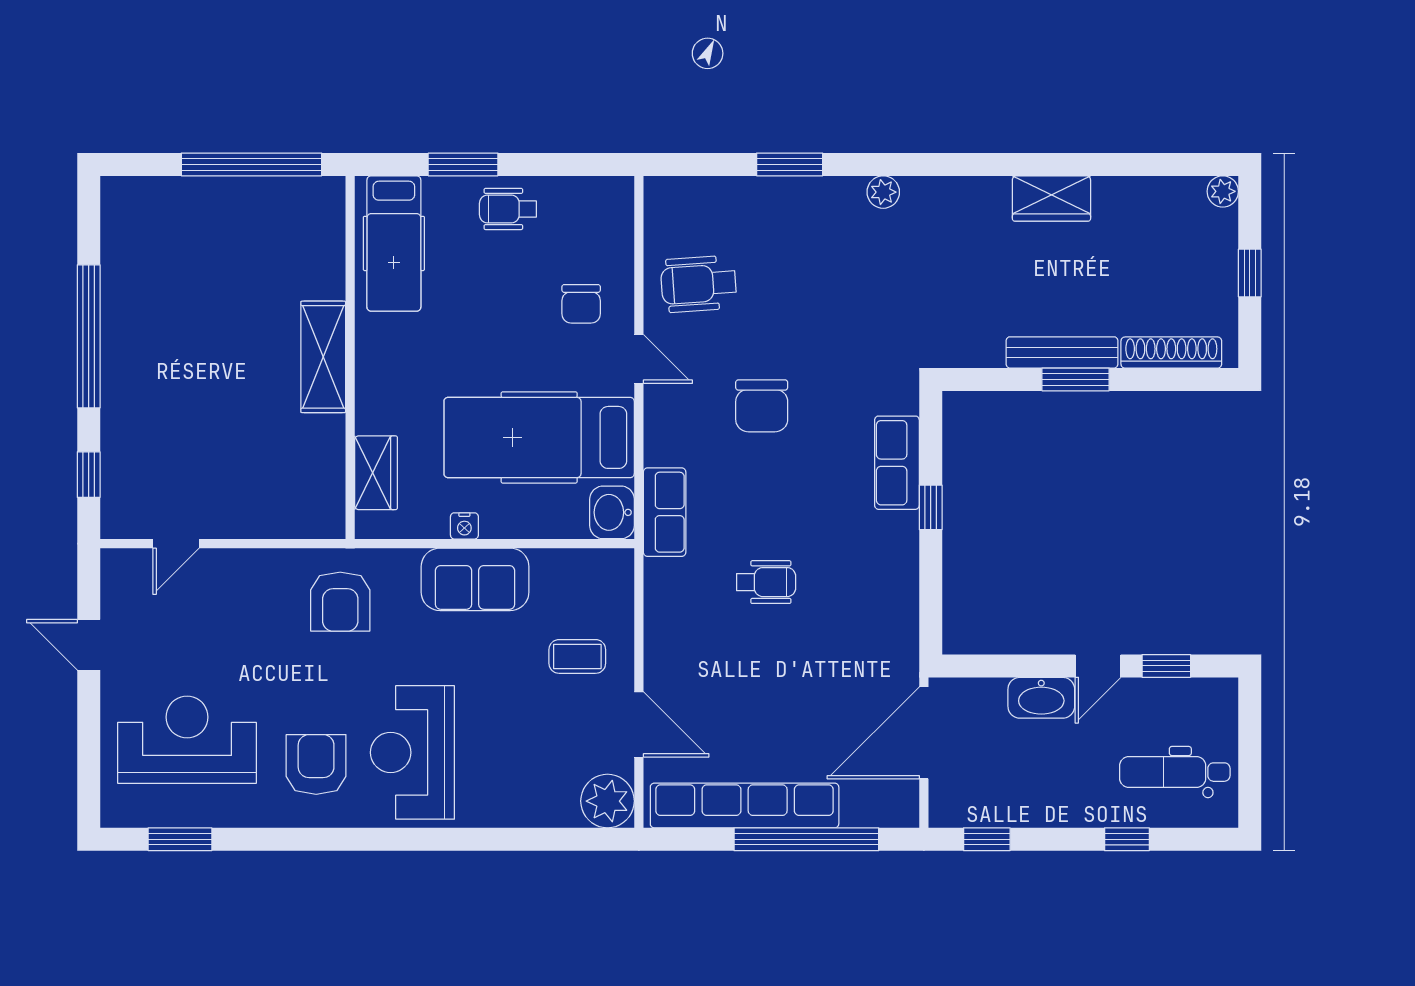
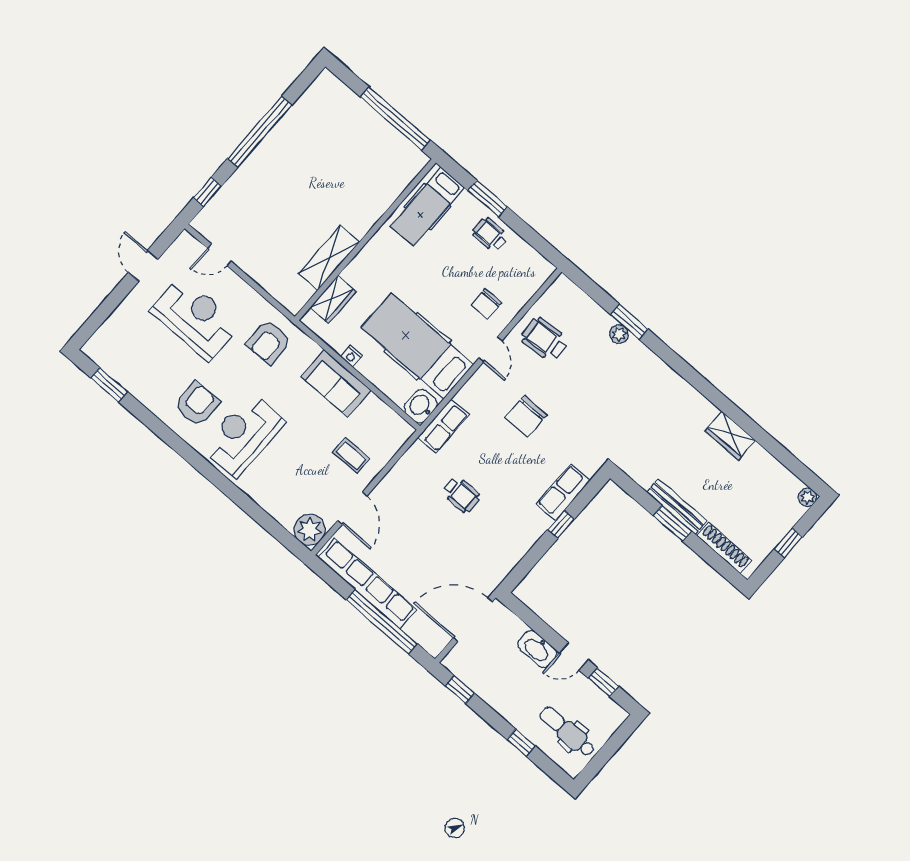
plant: (883, 192) -> (619, 334), moved
shelving: (323, 357) -> (329, 258), moved
reception desk: (187, 740) -> (195, 318), moved

